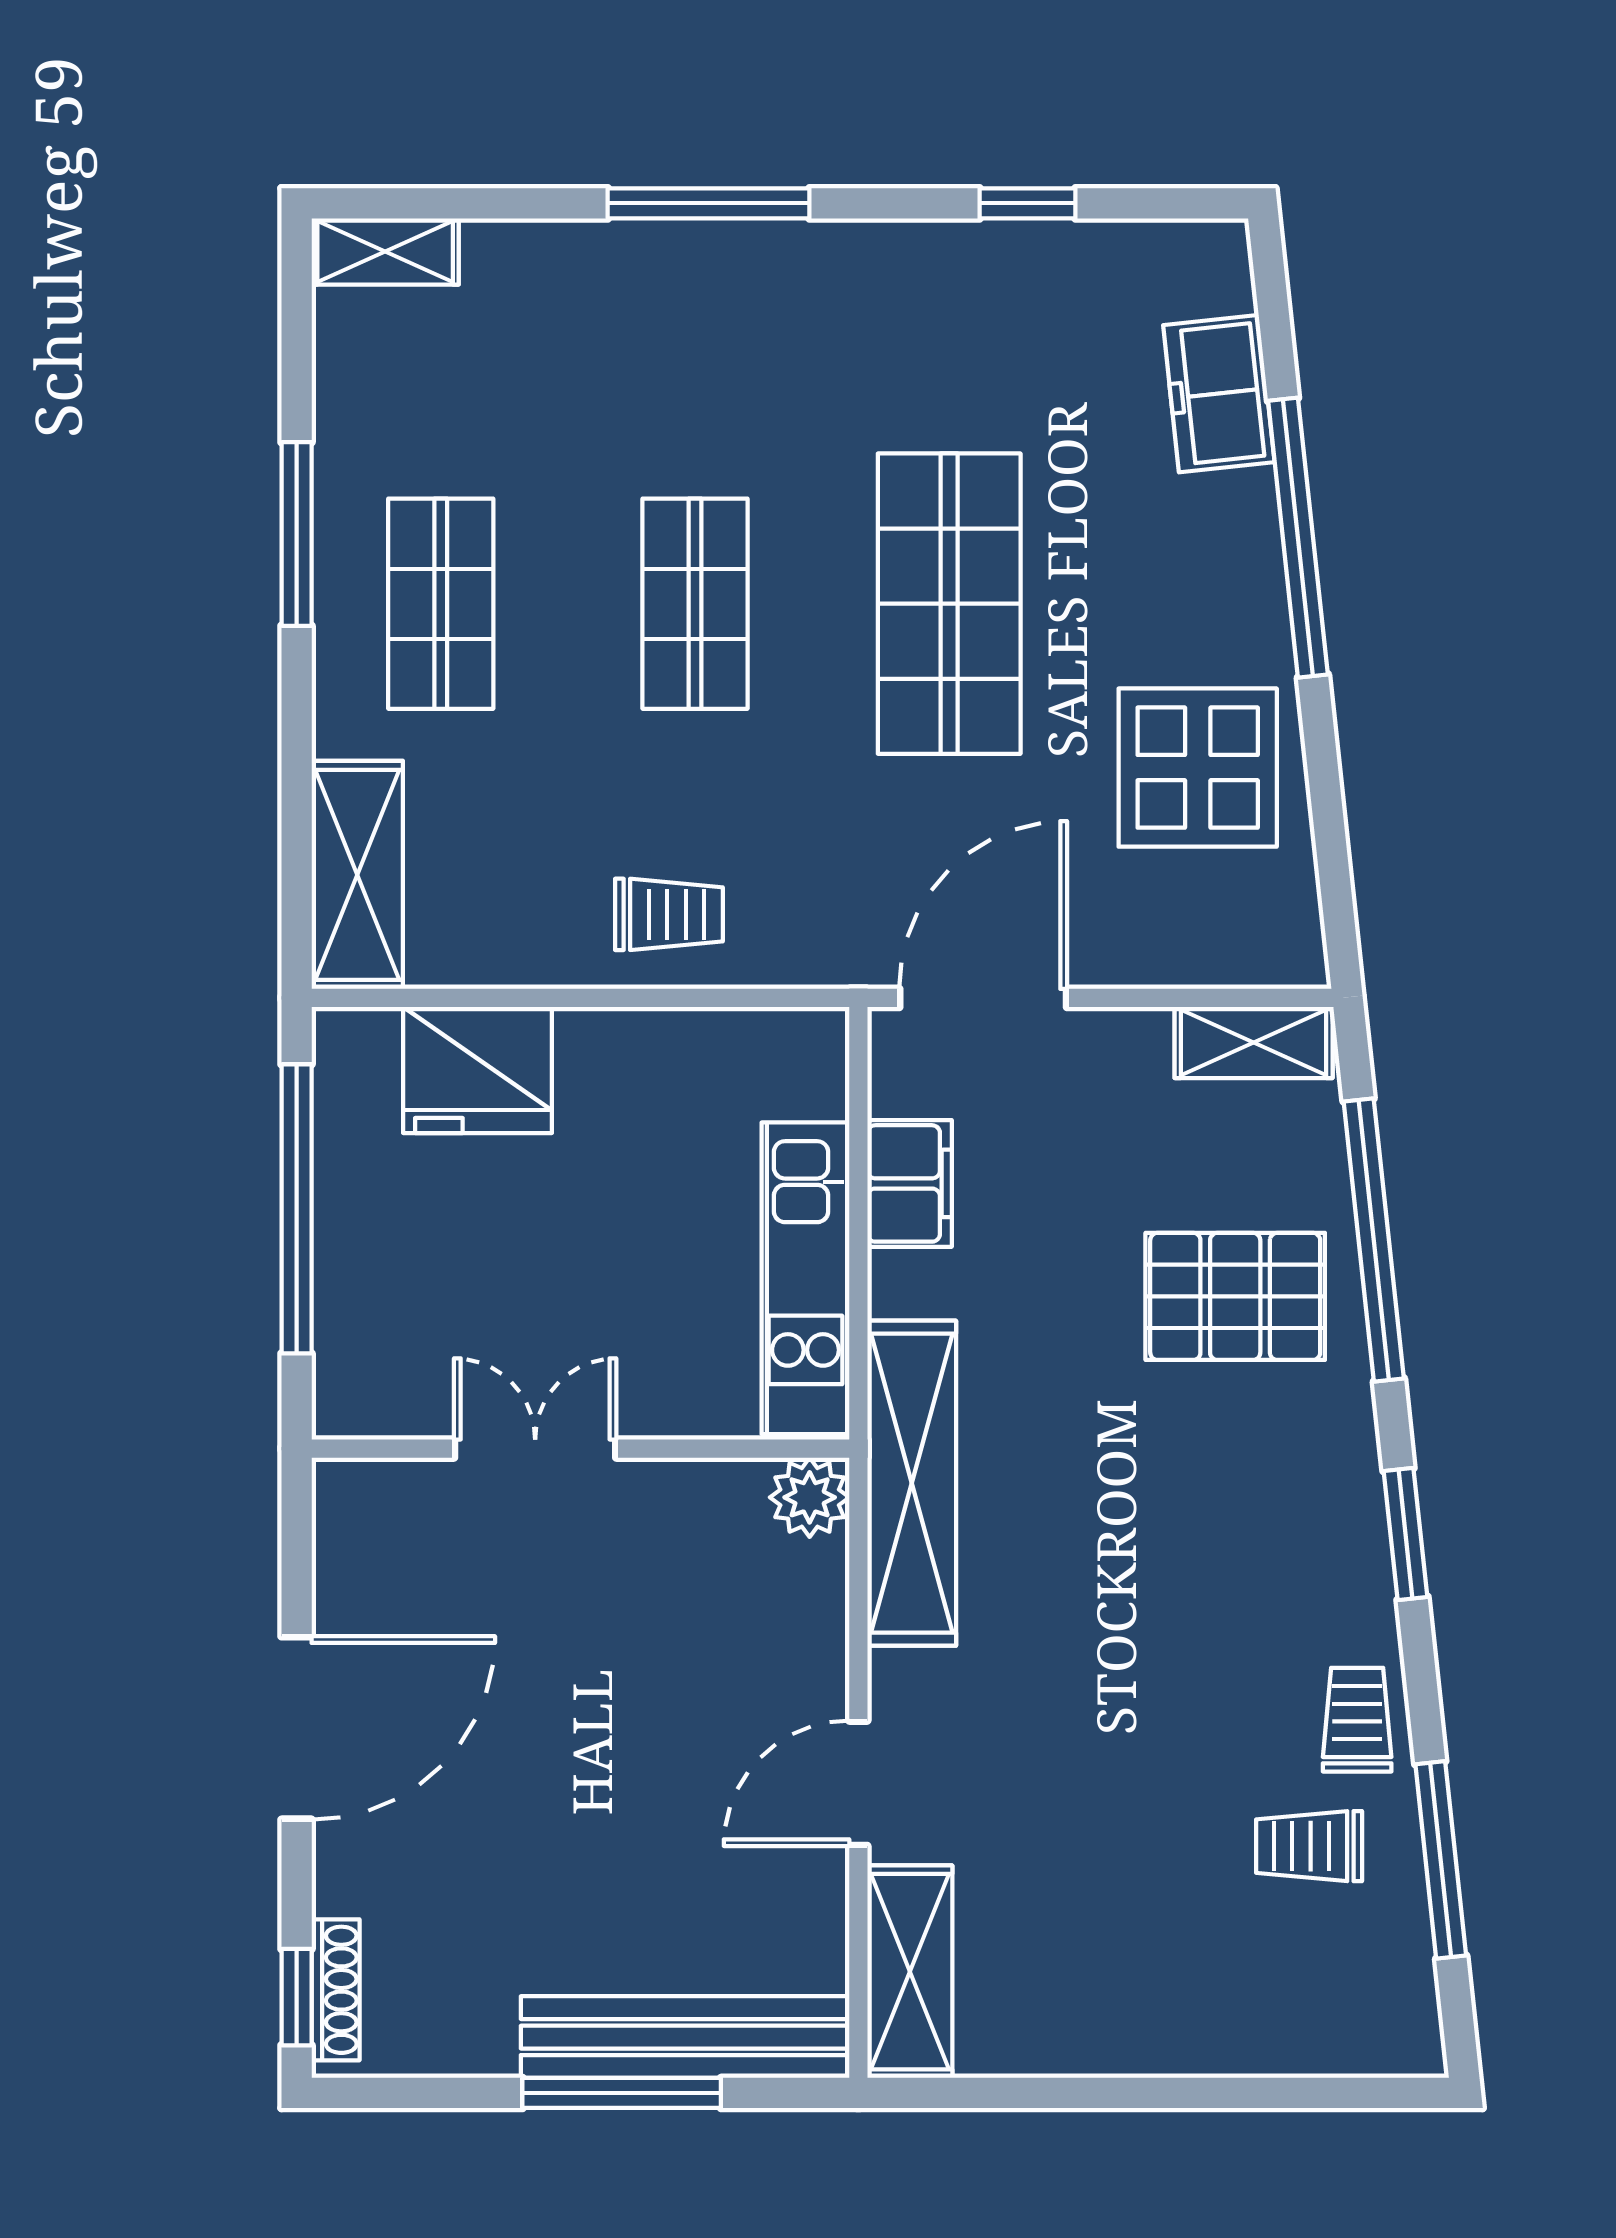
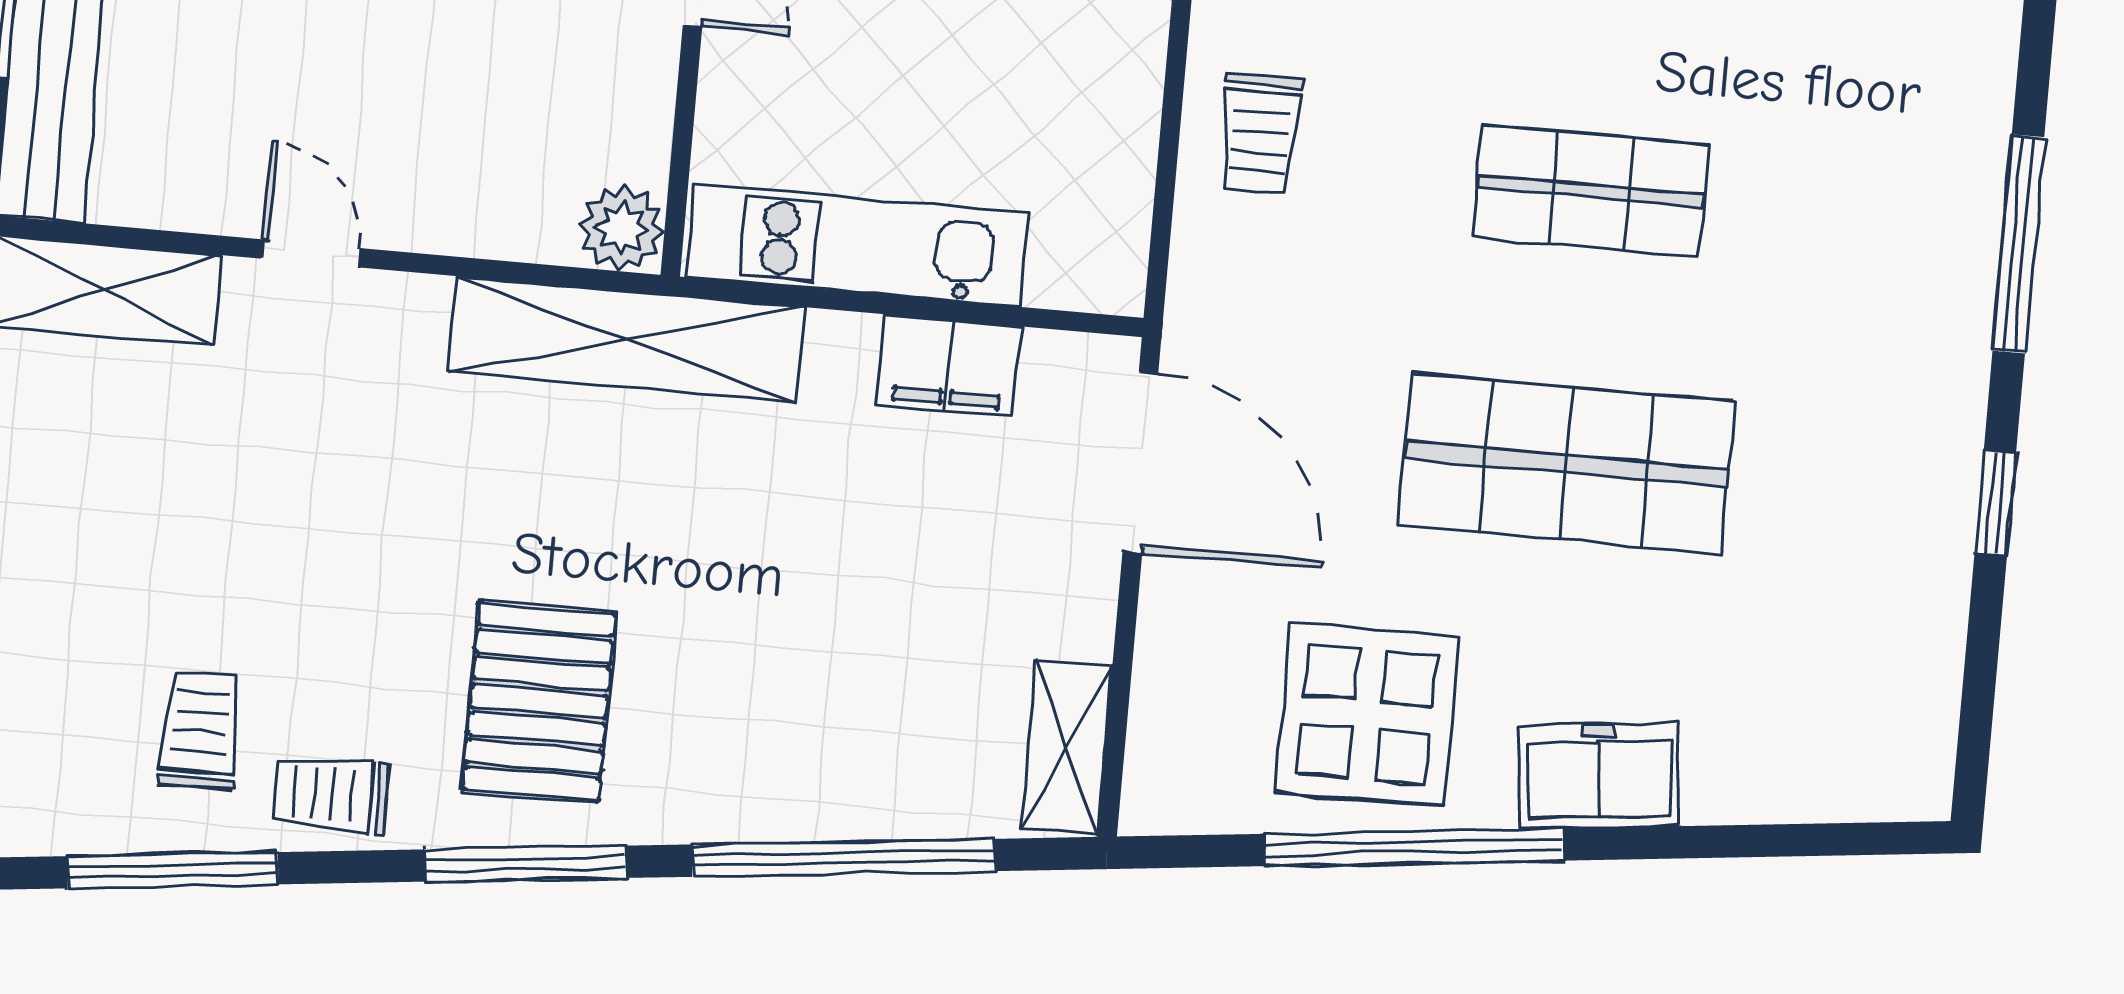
window: (1027, 203) -> (1995, 503), moved
freezer: (1219, 394) -> (1599, 776), moved
window: (1298, 538) -> (1414, 847), moved
pallet: (1235, 1296) -> (539, 701), moved
window: (1405, 1534) -> (525, 864), width x1.44
trolley: (1357, 1720) -> (331, 794), turned 180
door: (858, 1783) -> (311, 253), width x0.73

